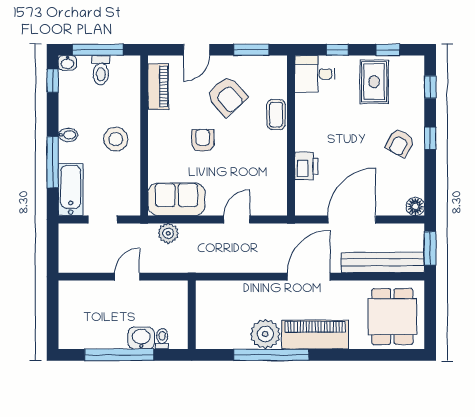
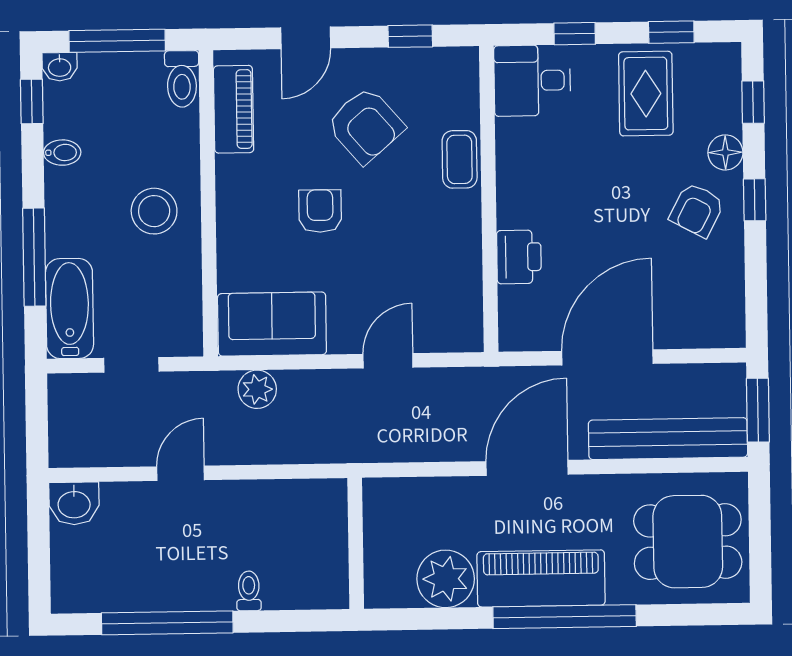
window: (251, 50) -> (410, 36), width x0.67
toilet: (101, 70) -> (182, 79), moved
bidet: (68, 135) -> (62, 153), moved
floor lamp: (415, 206) -> (725, 152), moved
wall: (192, 315) -> (356, 543), moved
dining table: (392, 317) -> (688, 542), turned 90
washbasin: (141, 338) -> (74, 503), moved, turned 180
window: (271, 355) -> (565, 617), moved

